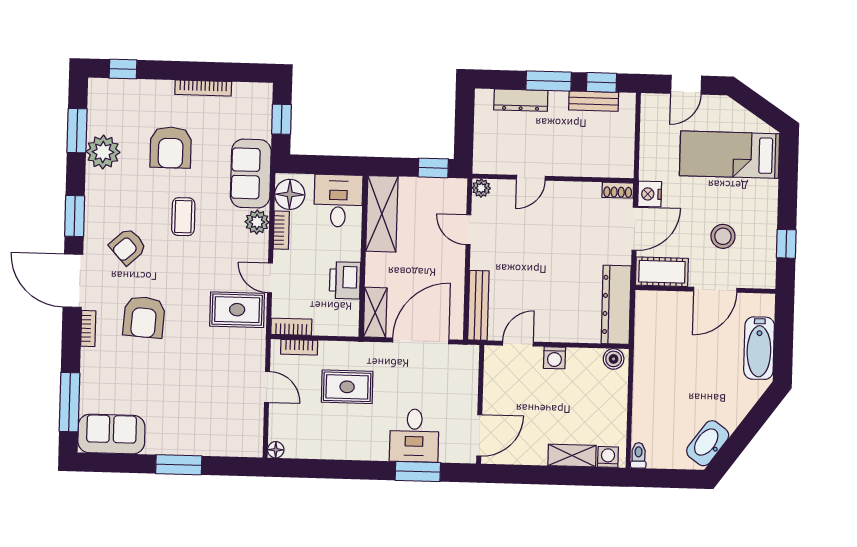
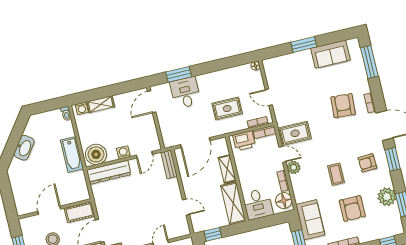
armchair: (171, 147) -> (352, 208), turned 180
sofa: (251, 174) -> (310, 220), moved
plant: (481, 188) -> (185, 231), removed
plant: (257, 222) -> (294, 167), moved
armchair: (128, 247) -> (367, 163), moved, turned -141
printer: (345, 280) -> (244, 141), moved, turned 90
bench: (478, 305) -> (169, 164), width x0.73
dresser: (616, 305) -> (109, 172), moved, turned 90
shelving: (375, 312) -> (227, 169), moved
armchair: (144, 317) -> (343, 106), moved
bathtub: (759, 348) -> (72, 154), moved, turned 180
boiler: (614, 359) -> (96, 154), width x1.86, depth x1.86
sofa: (111, 434) -> (330, 54), moved
washbasin: (708, 443) -> (24, 148), moved

